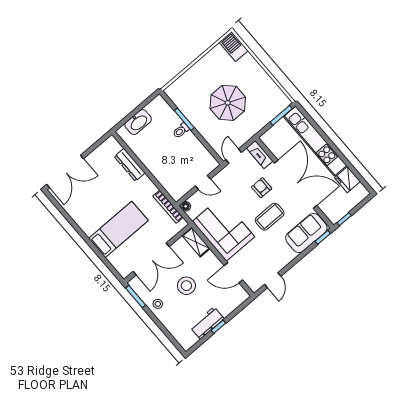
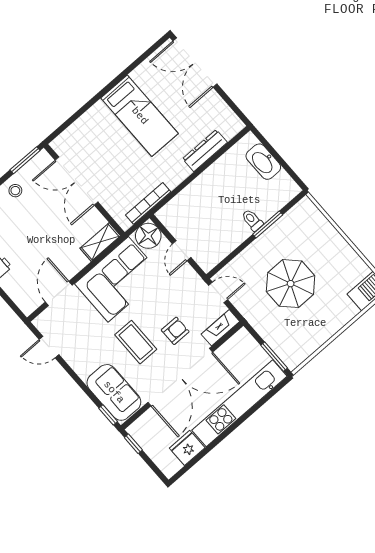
floor lamp: (186, 206) -> (148, 236), width x1.89, depth x1.89
bed: (118, 230) -> (140, 116), moved
stool: (186, 286) -> (41, 229), removed

